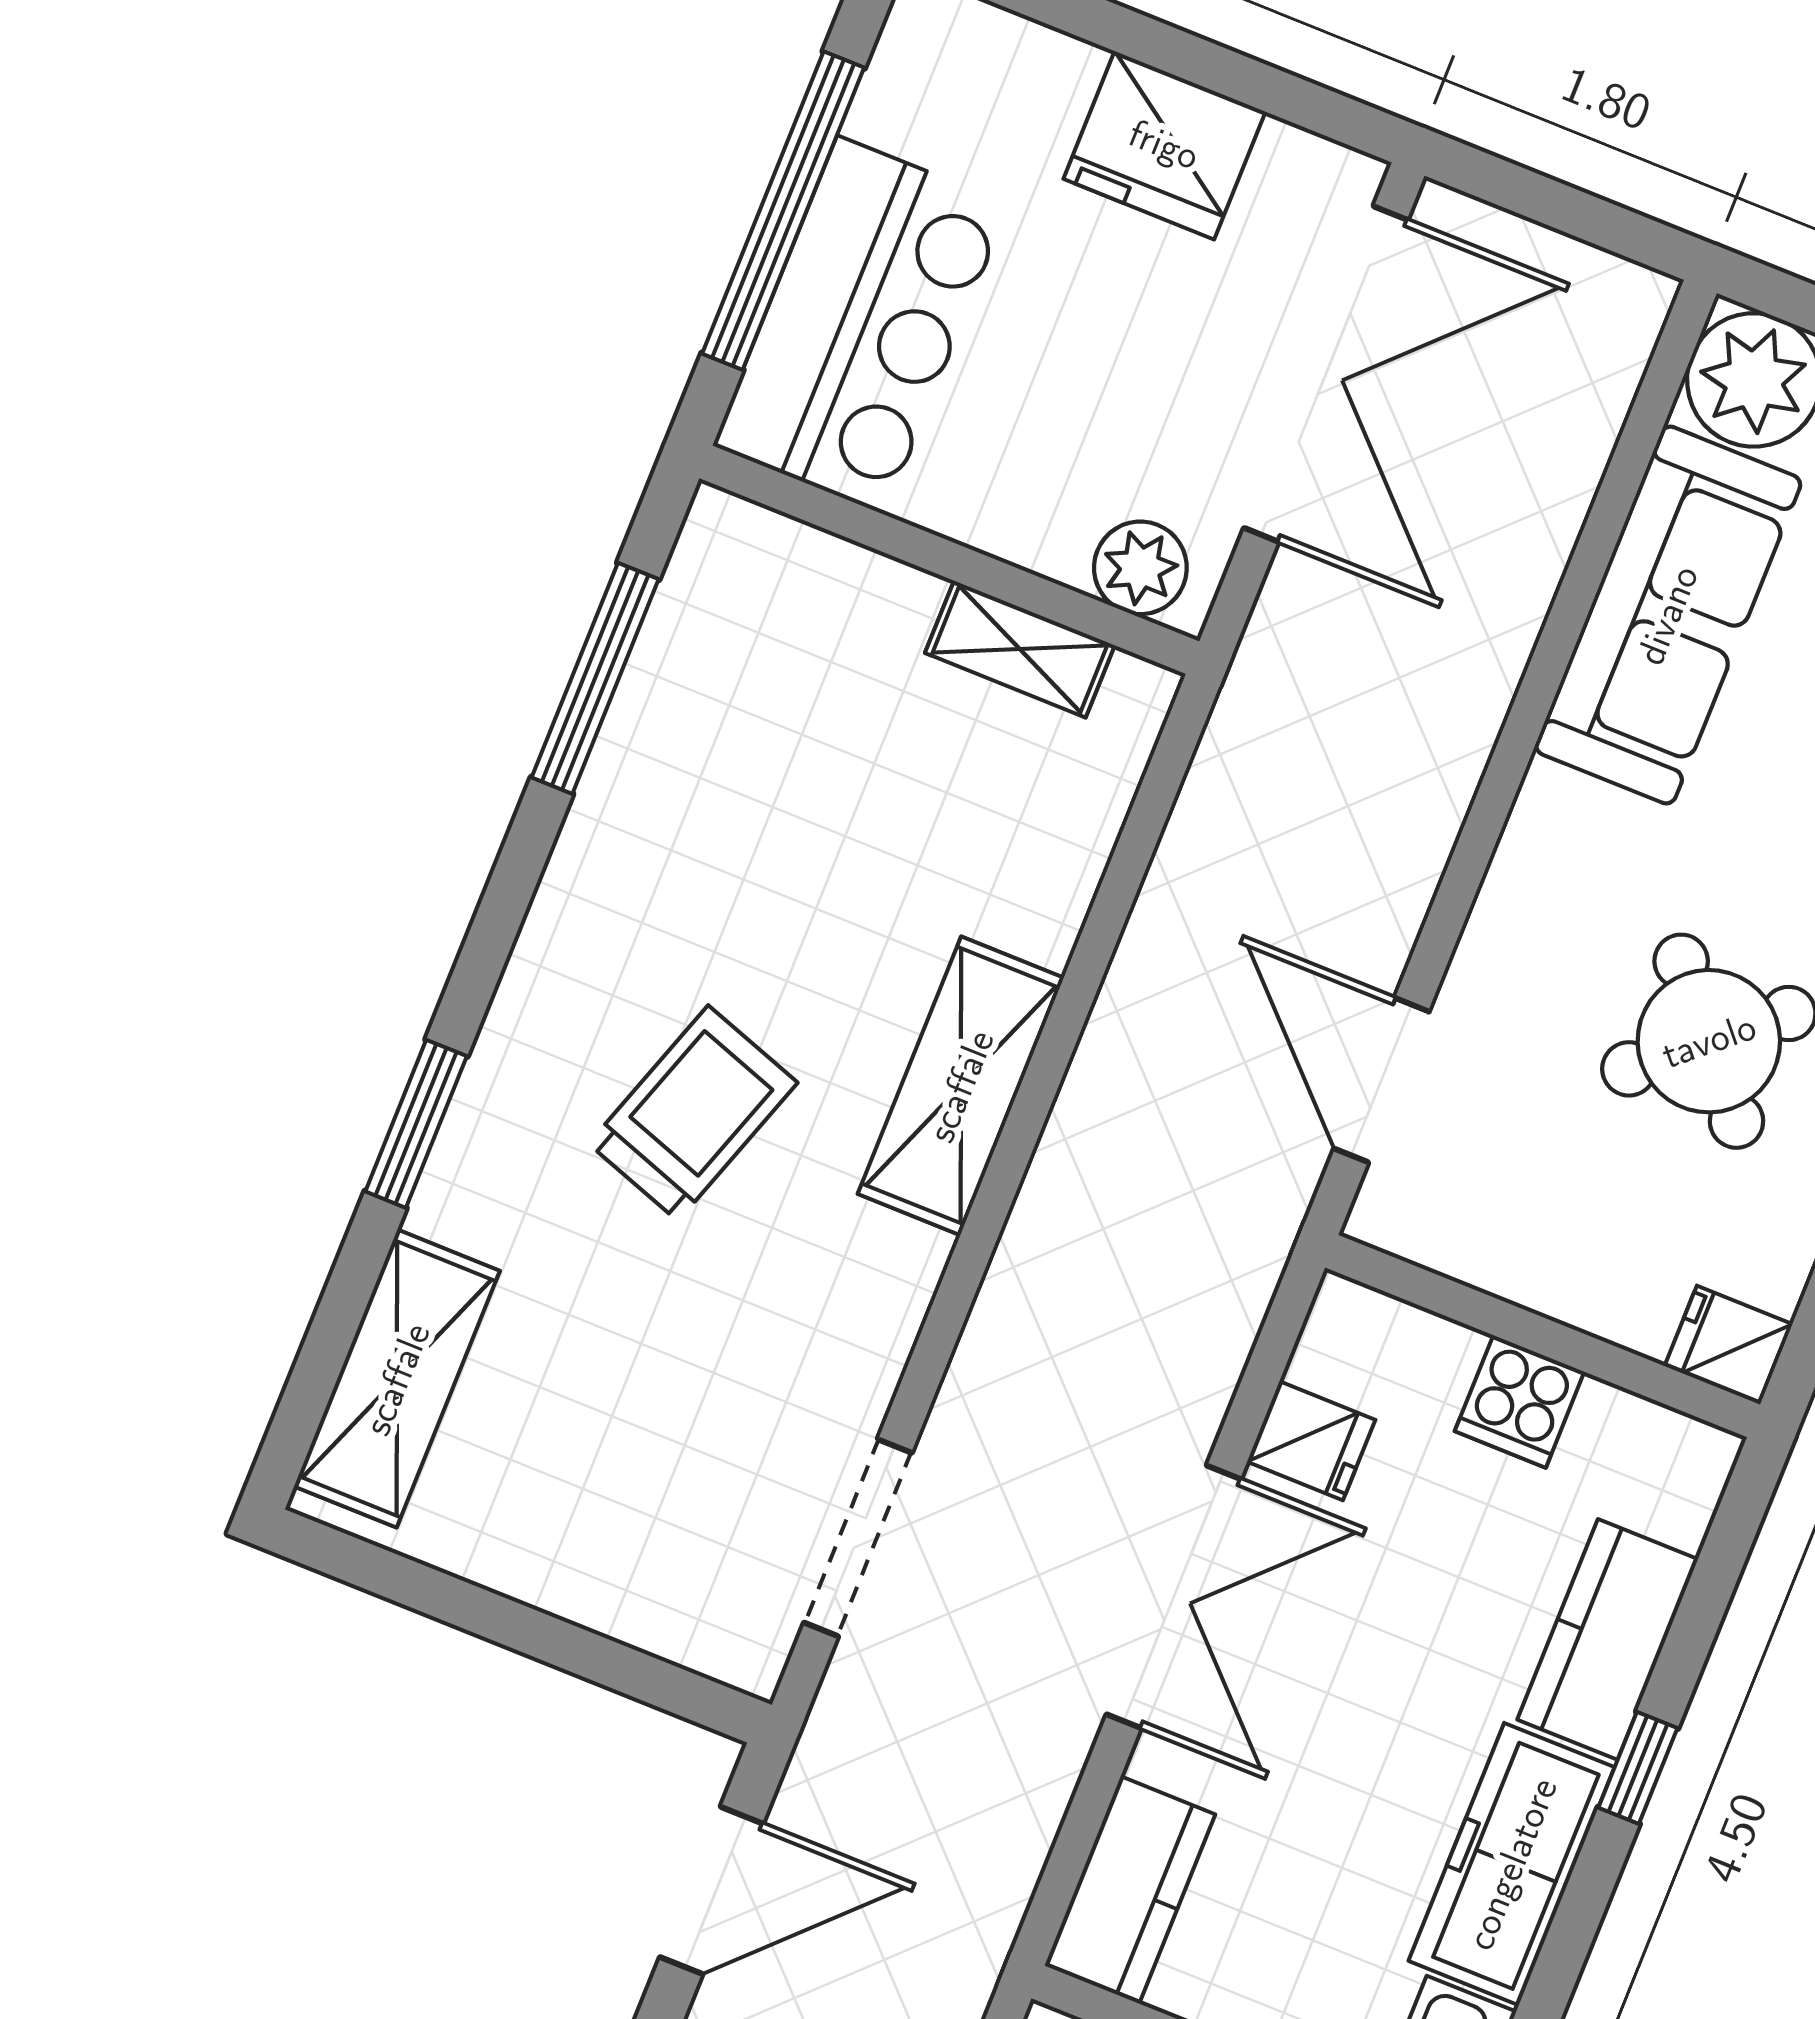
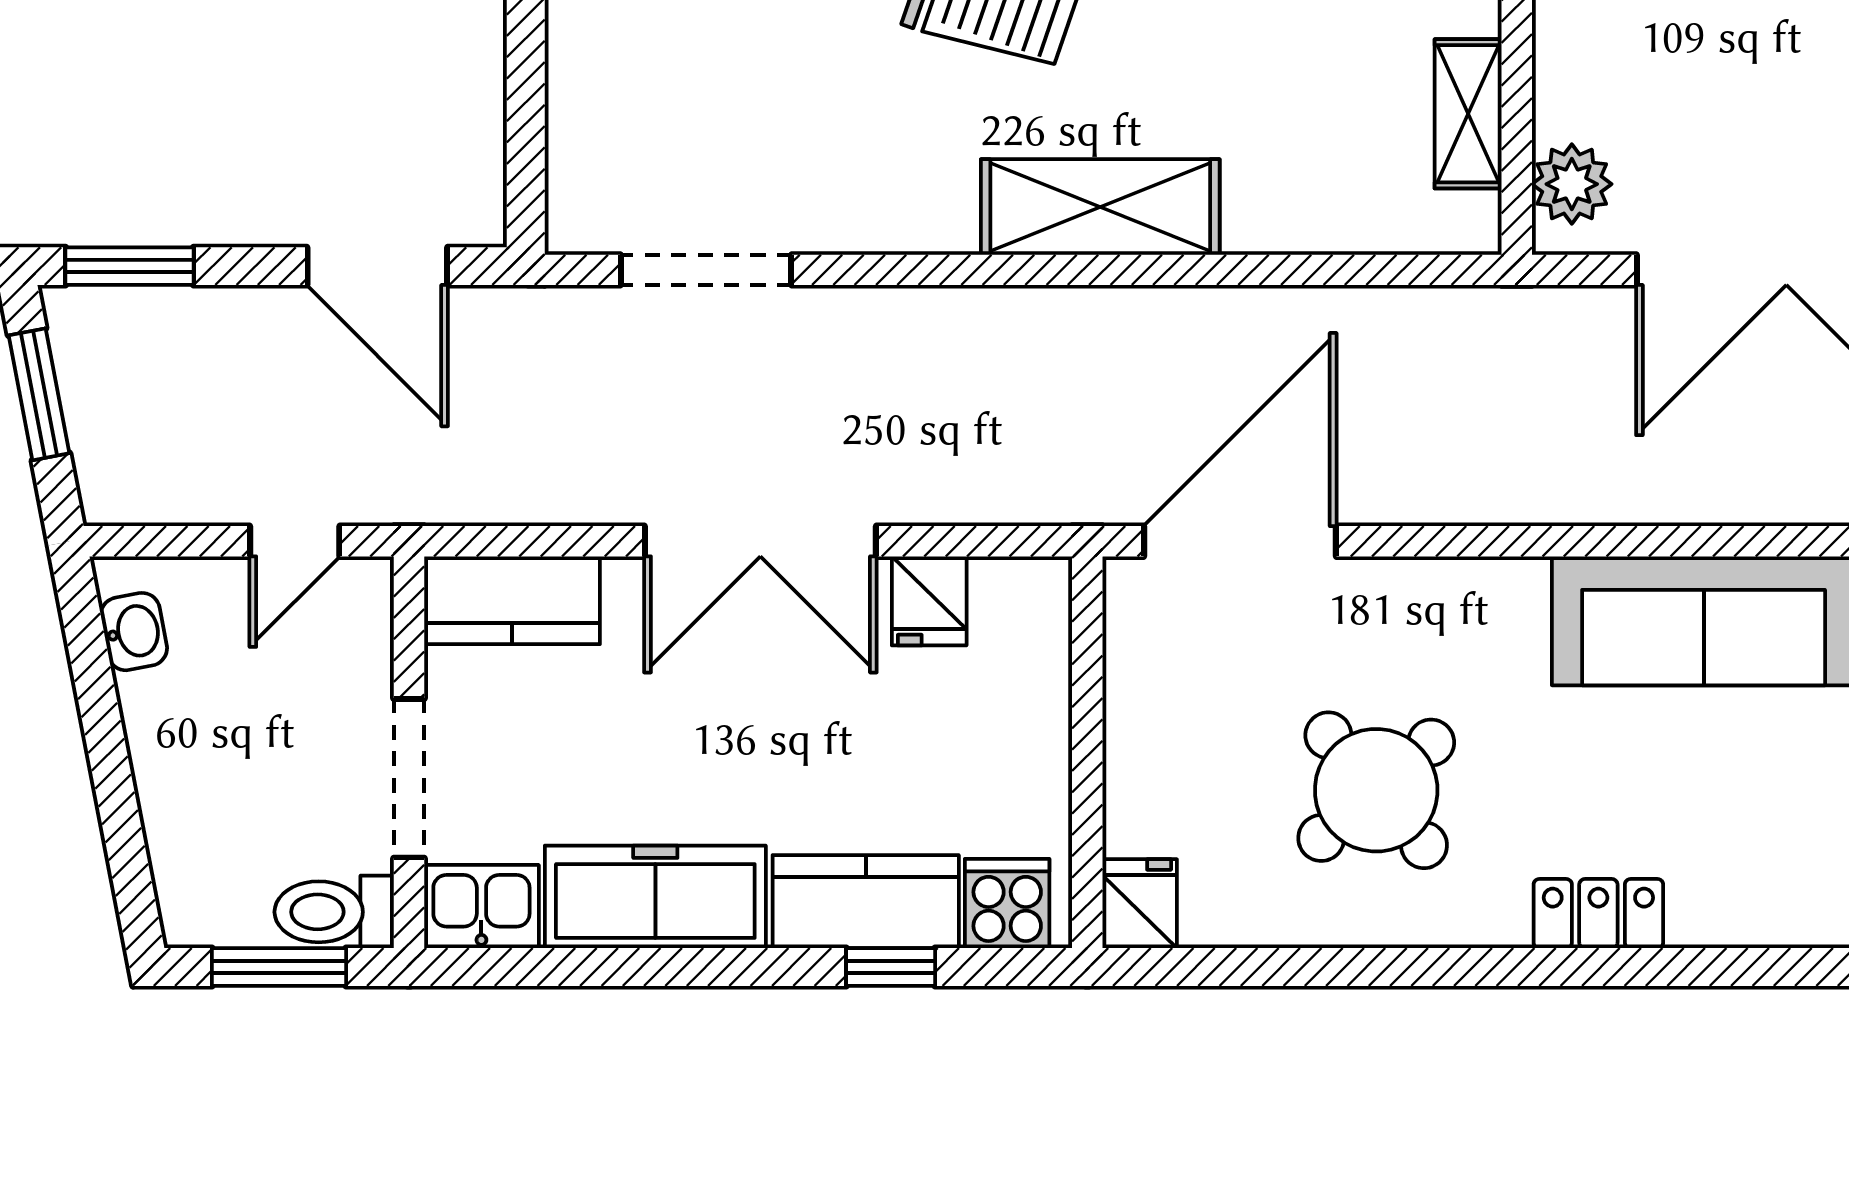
door: (1381, 1080) -> (1240, 541), width x1.36
cooker: (1520, 1401) -> (1007, 904), moved, turned 90
window: (1638, 1768) -> (891, 967), moved

